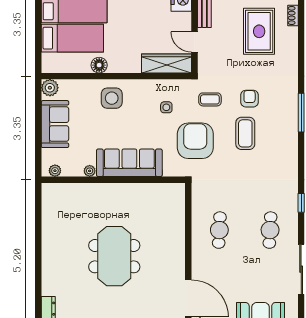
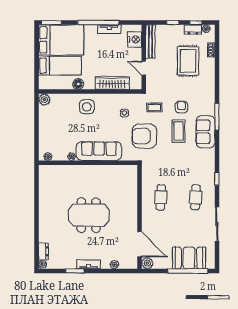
wardrobe: (167, 63) -> (112, 83), moved
sofa: (55, 124) -> (205, 132), moved, turned 180
armchair: (195, 141) -> (144, 136), turned -90
meeting table: (114, 256) -> (89, 215), turned 90

